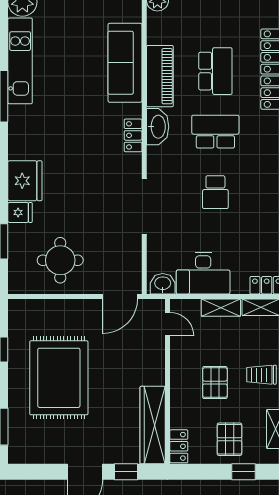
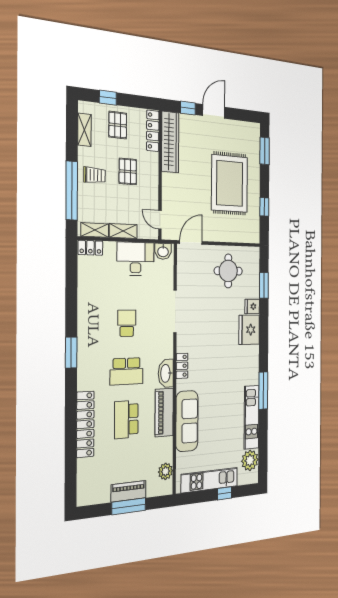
locker: (179, 446) -> (153, 131), width x1.53

